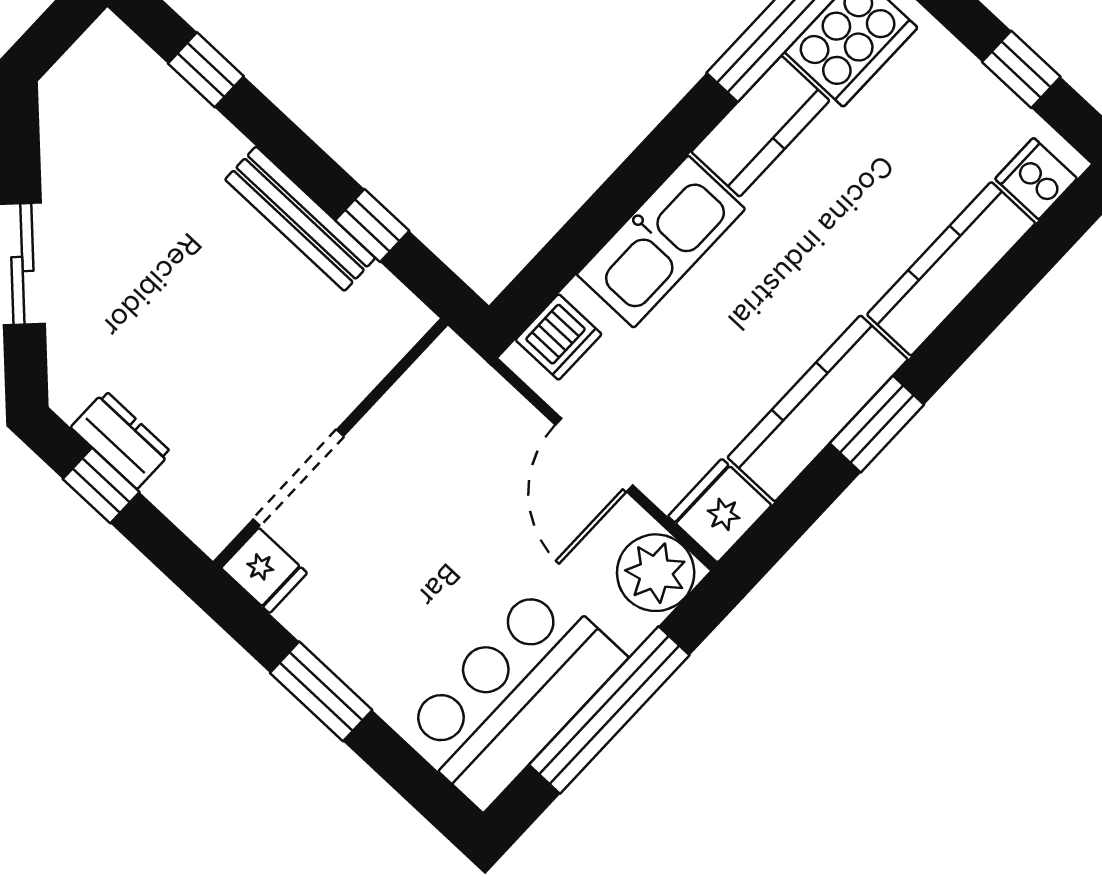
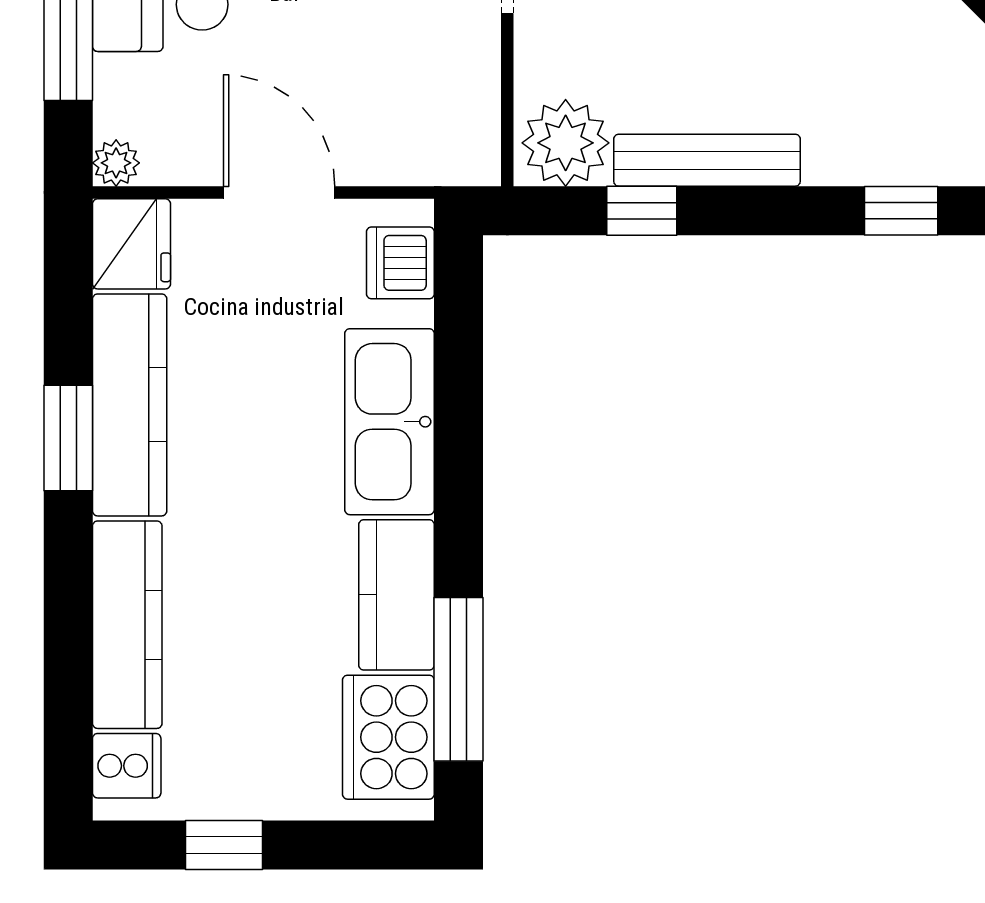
plant: (381, 315) -> (566, 143), added
plant: (656, 573) -> (116, 163), width x0.53, depth x0.53

